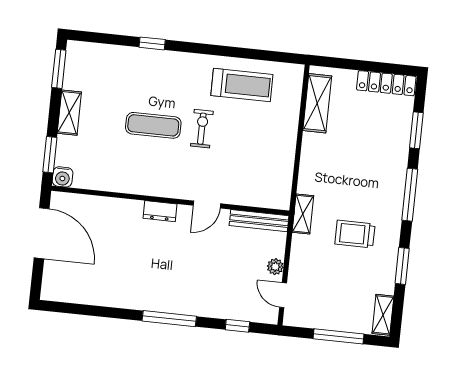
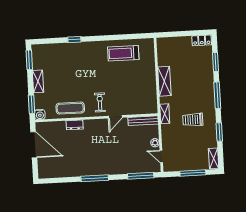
locker: (386, 83) -> (202, 40), width x0.66
treadmill: (242, 85) -> (123, 53), turned 180
shelving: (317, 103) -> (164, 81), moved
exercise mat: (153, 125) -> (70, 108), moved
exercise bike: (202, 129) -> (100, 102), moved
dresser: (160, 211) -> (75, 125), moved
window: (169, 319) -> (95, 178), moved
window: (237, 326) -> (141, 176), width x2.17

